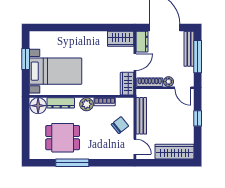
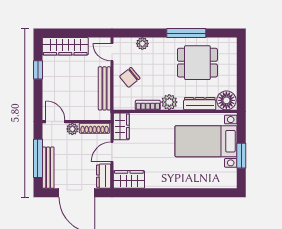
window: (198, 118) -> (38, 70), moved
plant: (109, 154) -> (142, 44), added

